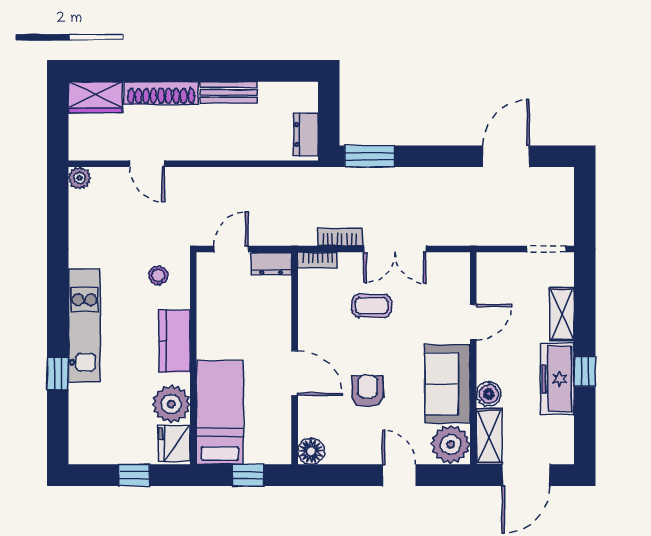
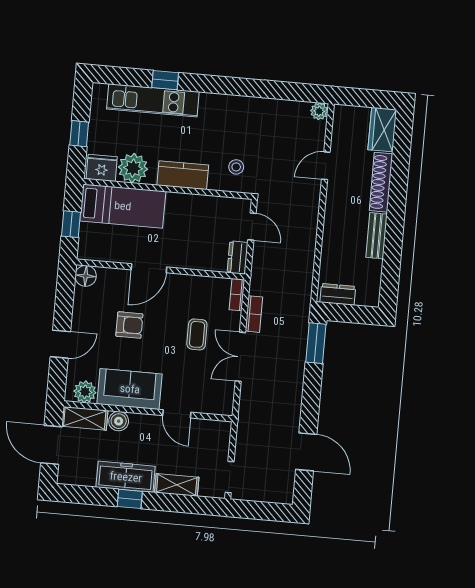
kitchen unit: (84, 326) -> (153, 100), moved
plant: (451, 444) -> (85, 392), width x0.73, depth x0.73

